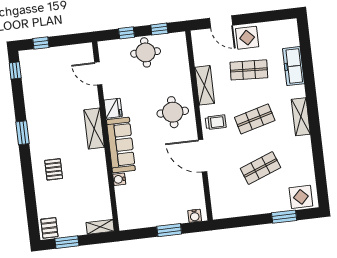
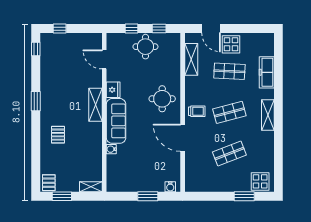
shelving: (205, 85) -> (191, 59), moved

